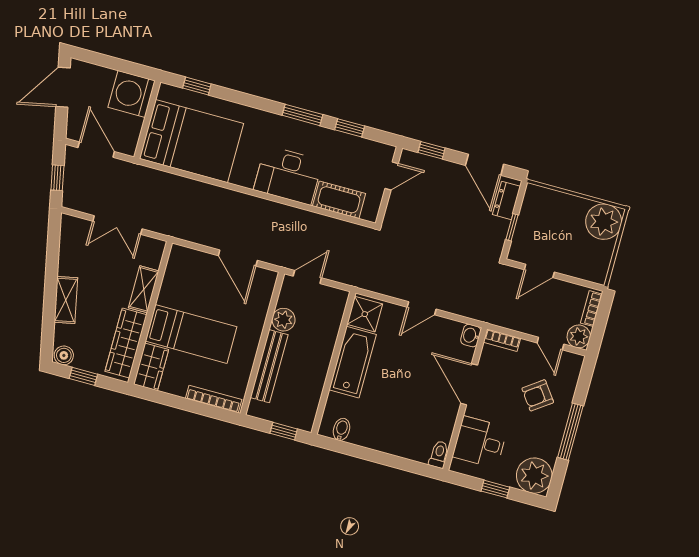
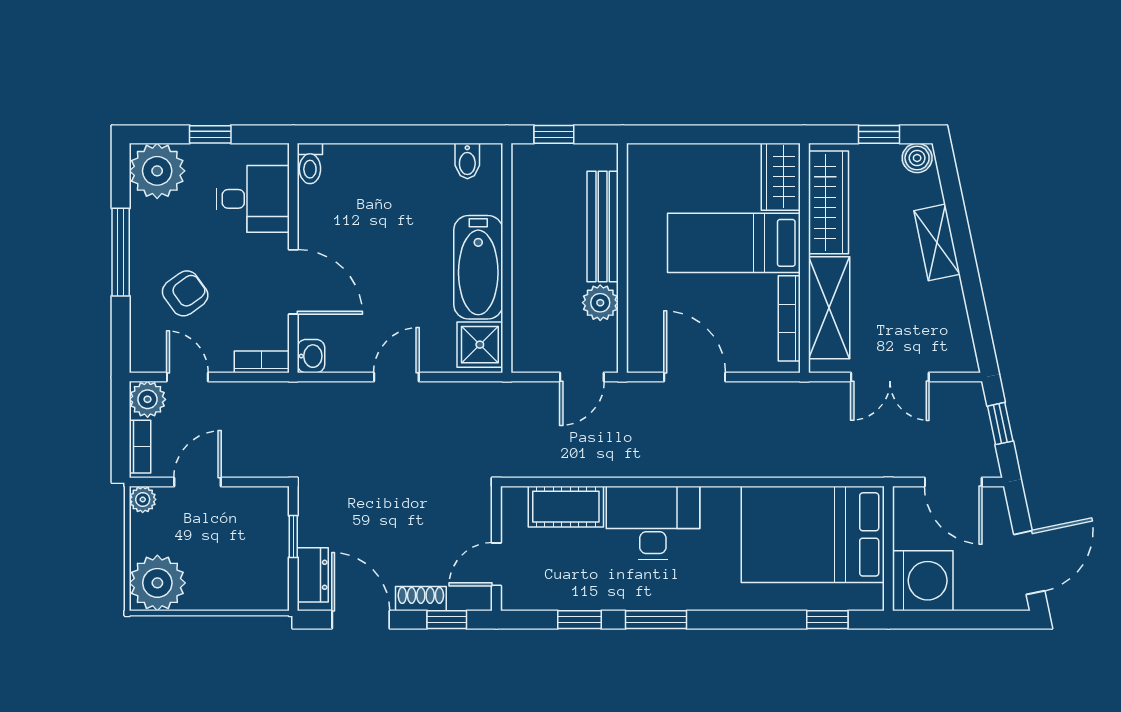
shoe rack: (444, 168) -> (421, 599), added
double door: (117, 225) -> (890, 377), swing flipped
door: (539, 271) -> (198, 482), moved
plant: (599, 276) -> (143, 499), added
shelving: (144, 289) -> (829, 308), width x1.50, depth x1.33
bookcase: (214, 399) -> (789, 318), moved, turned 90

